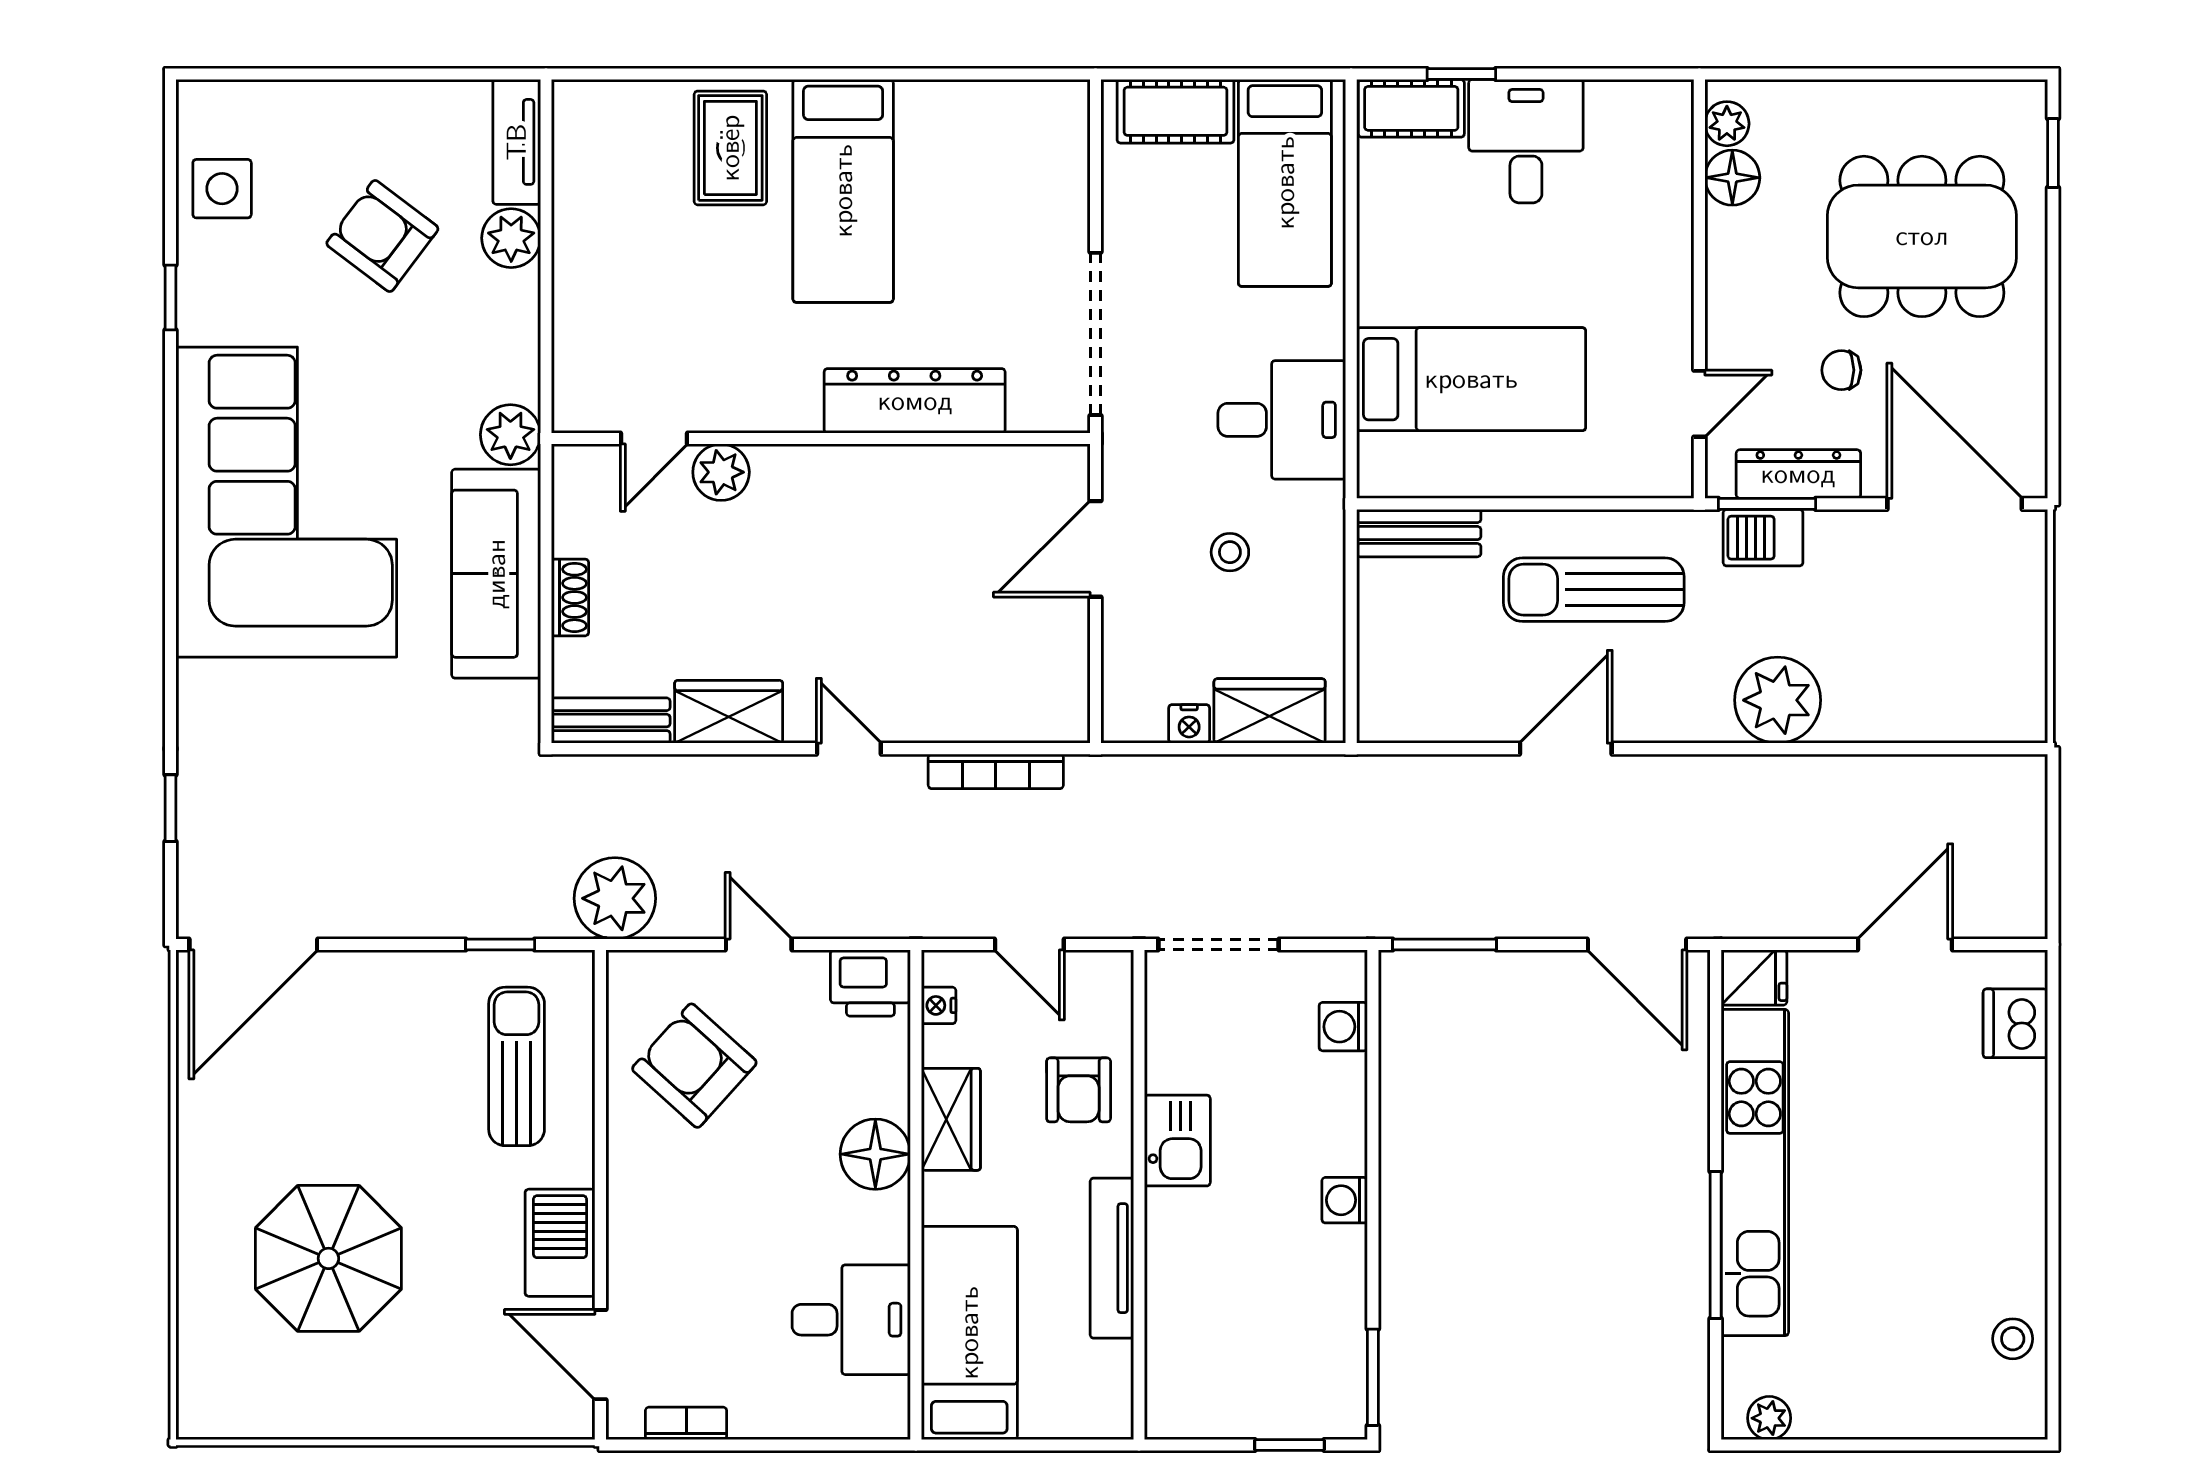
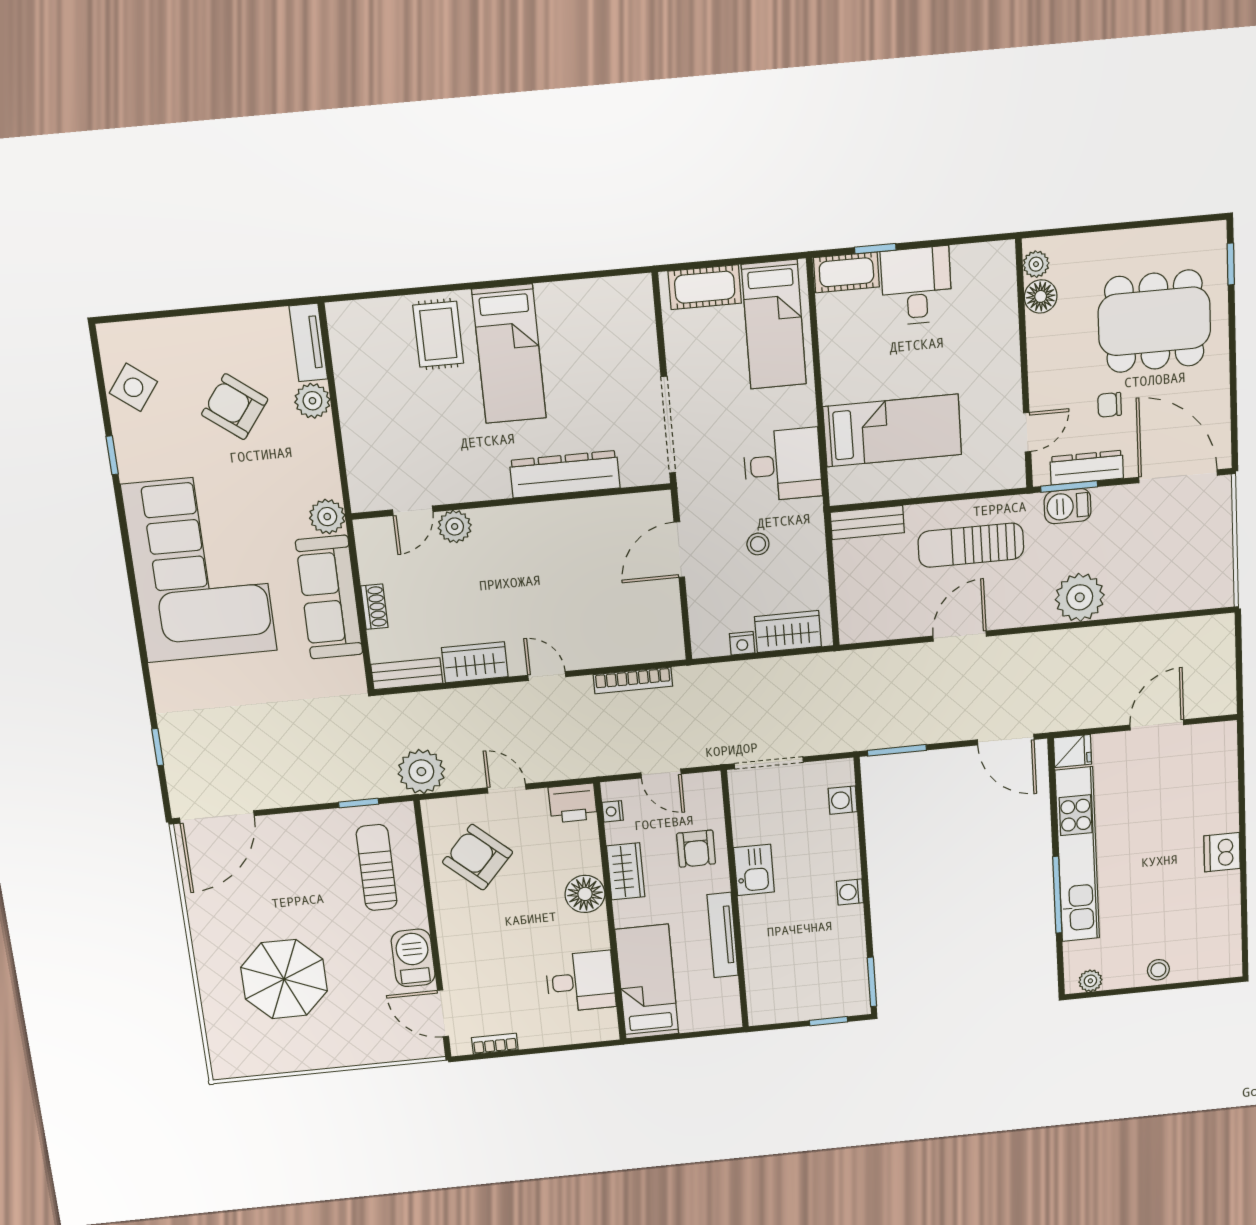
side table: (222, 189) -> (133, 387), turned 37
dishwasher: (2015, 1023) -> (1222, 852), moved
stool: (2013, 1339) -> (1158, 970), moved

